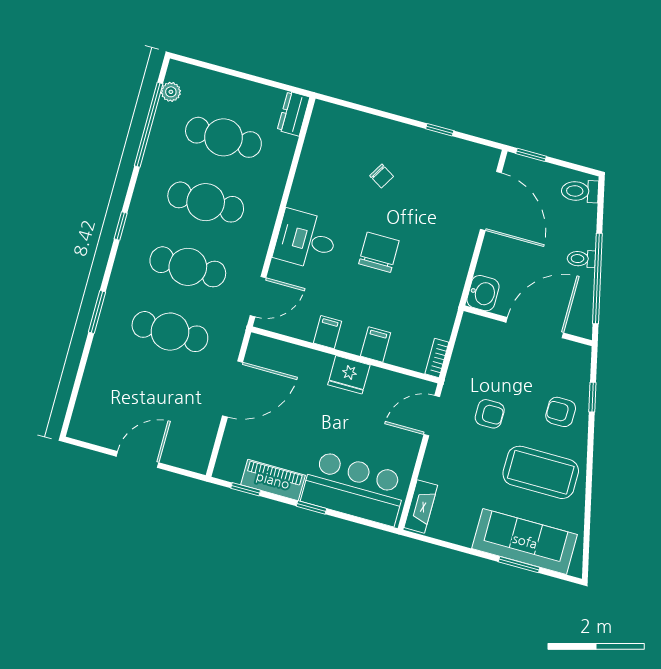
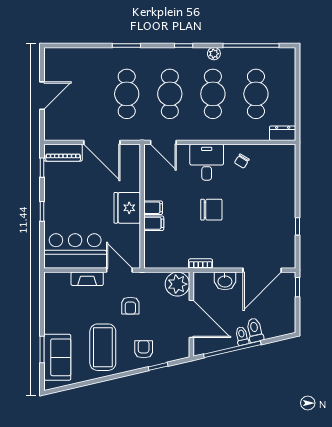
plant: (171, 92) -> (214, 54), moved
chair: (382, 176) -> (242, 161), moved
toilet: (580, 191) -> (255, 330), moved
washbasin: (483, 293) -> (225, 281), moved
filing cabinet: (328, 332) -> (153, 208), moved
plant: (477, 334) -> (177, 284), added
bookcase: (437, 358) -> (201, 264), moved
fridge: (349, 375) -> (127, 208), width x1.36, depth x1.34
door: (137, 459) -> (42, 96), hinge flipped
piano: (273, 480) -> (63, 153), moved, turned 90
bar counter: (354, 488) -> (75, 251), moved, turned -90
fireplace: (421, 506) -> (87, 279), moved
sofa: (525, 541) -> (57, 357), width x0.73

